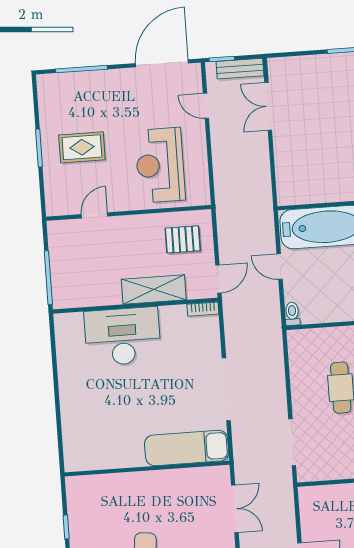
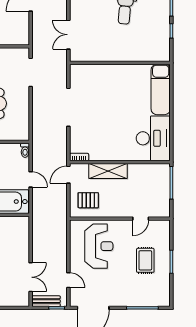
rug: (82, 147) -> (145, 260), turned 90
desk: (123, 336) -> (153, 138), moved, turned -90
exam couch: (187, 448) -> (161, 89), moved, turned 90

